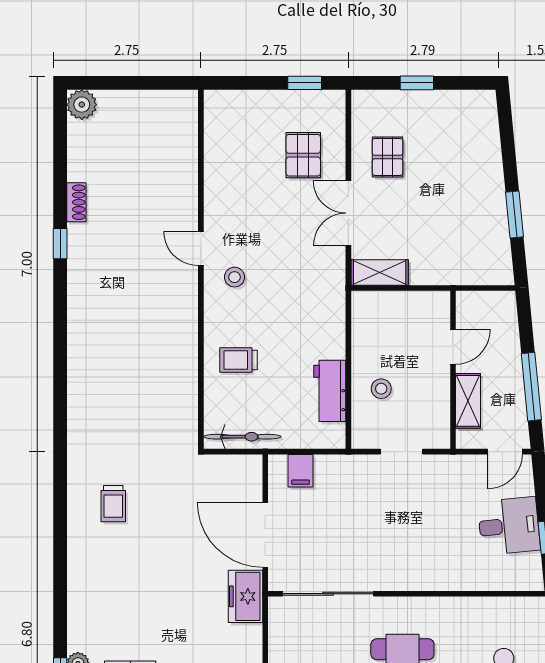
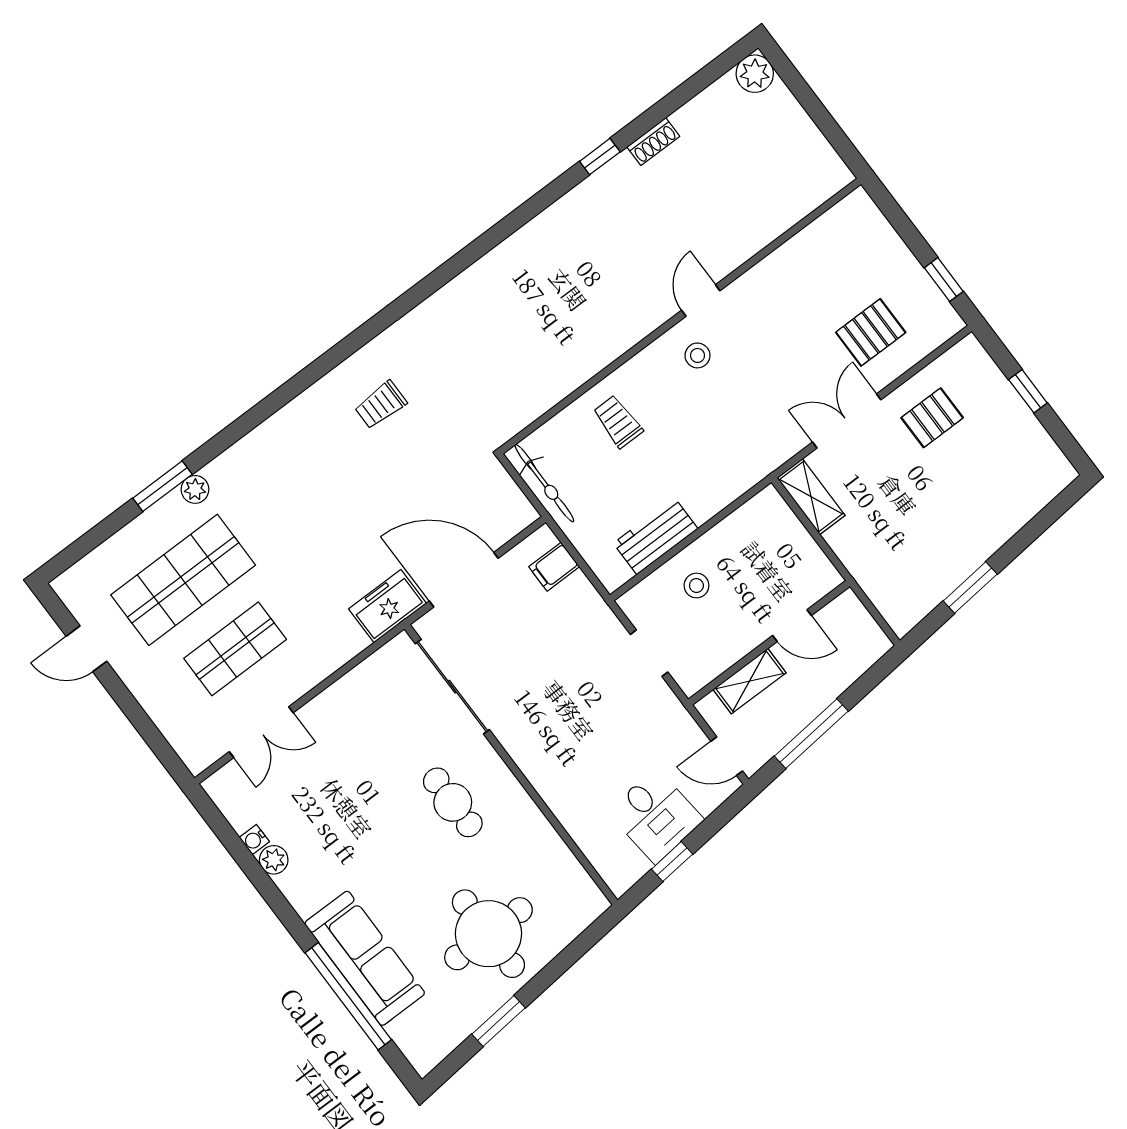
door: (265, 535) -> (464, 580), hinge flipped

